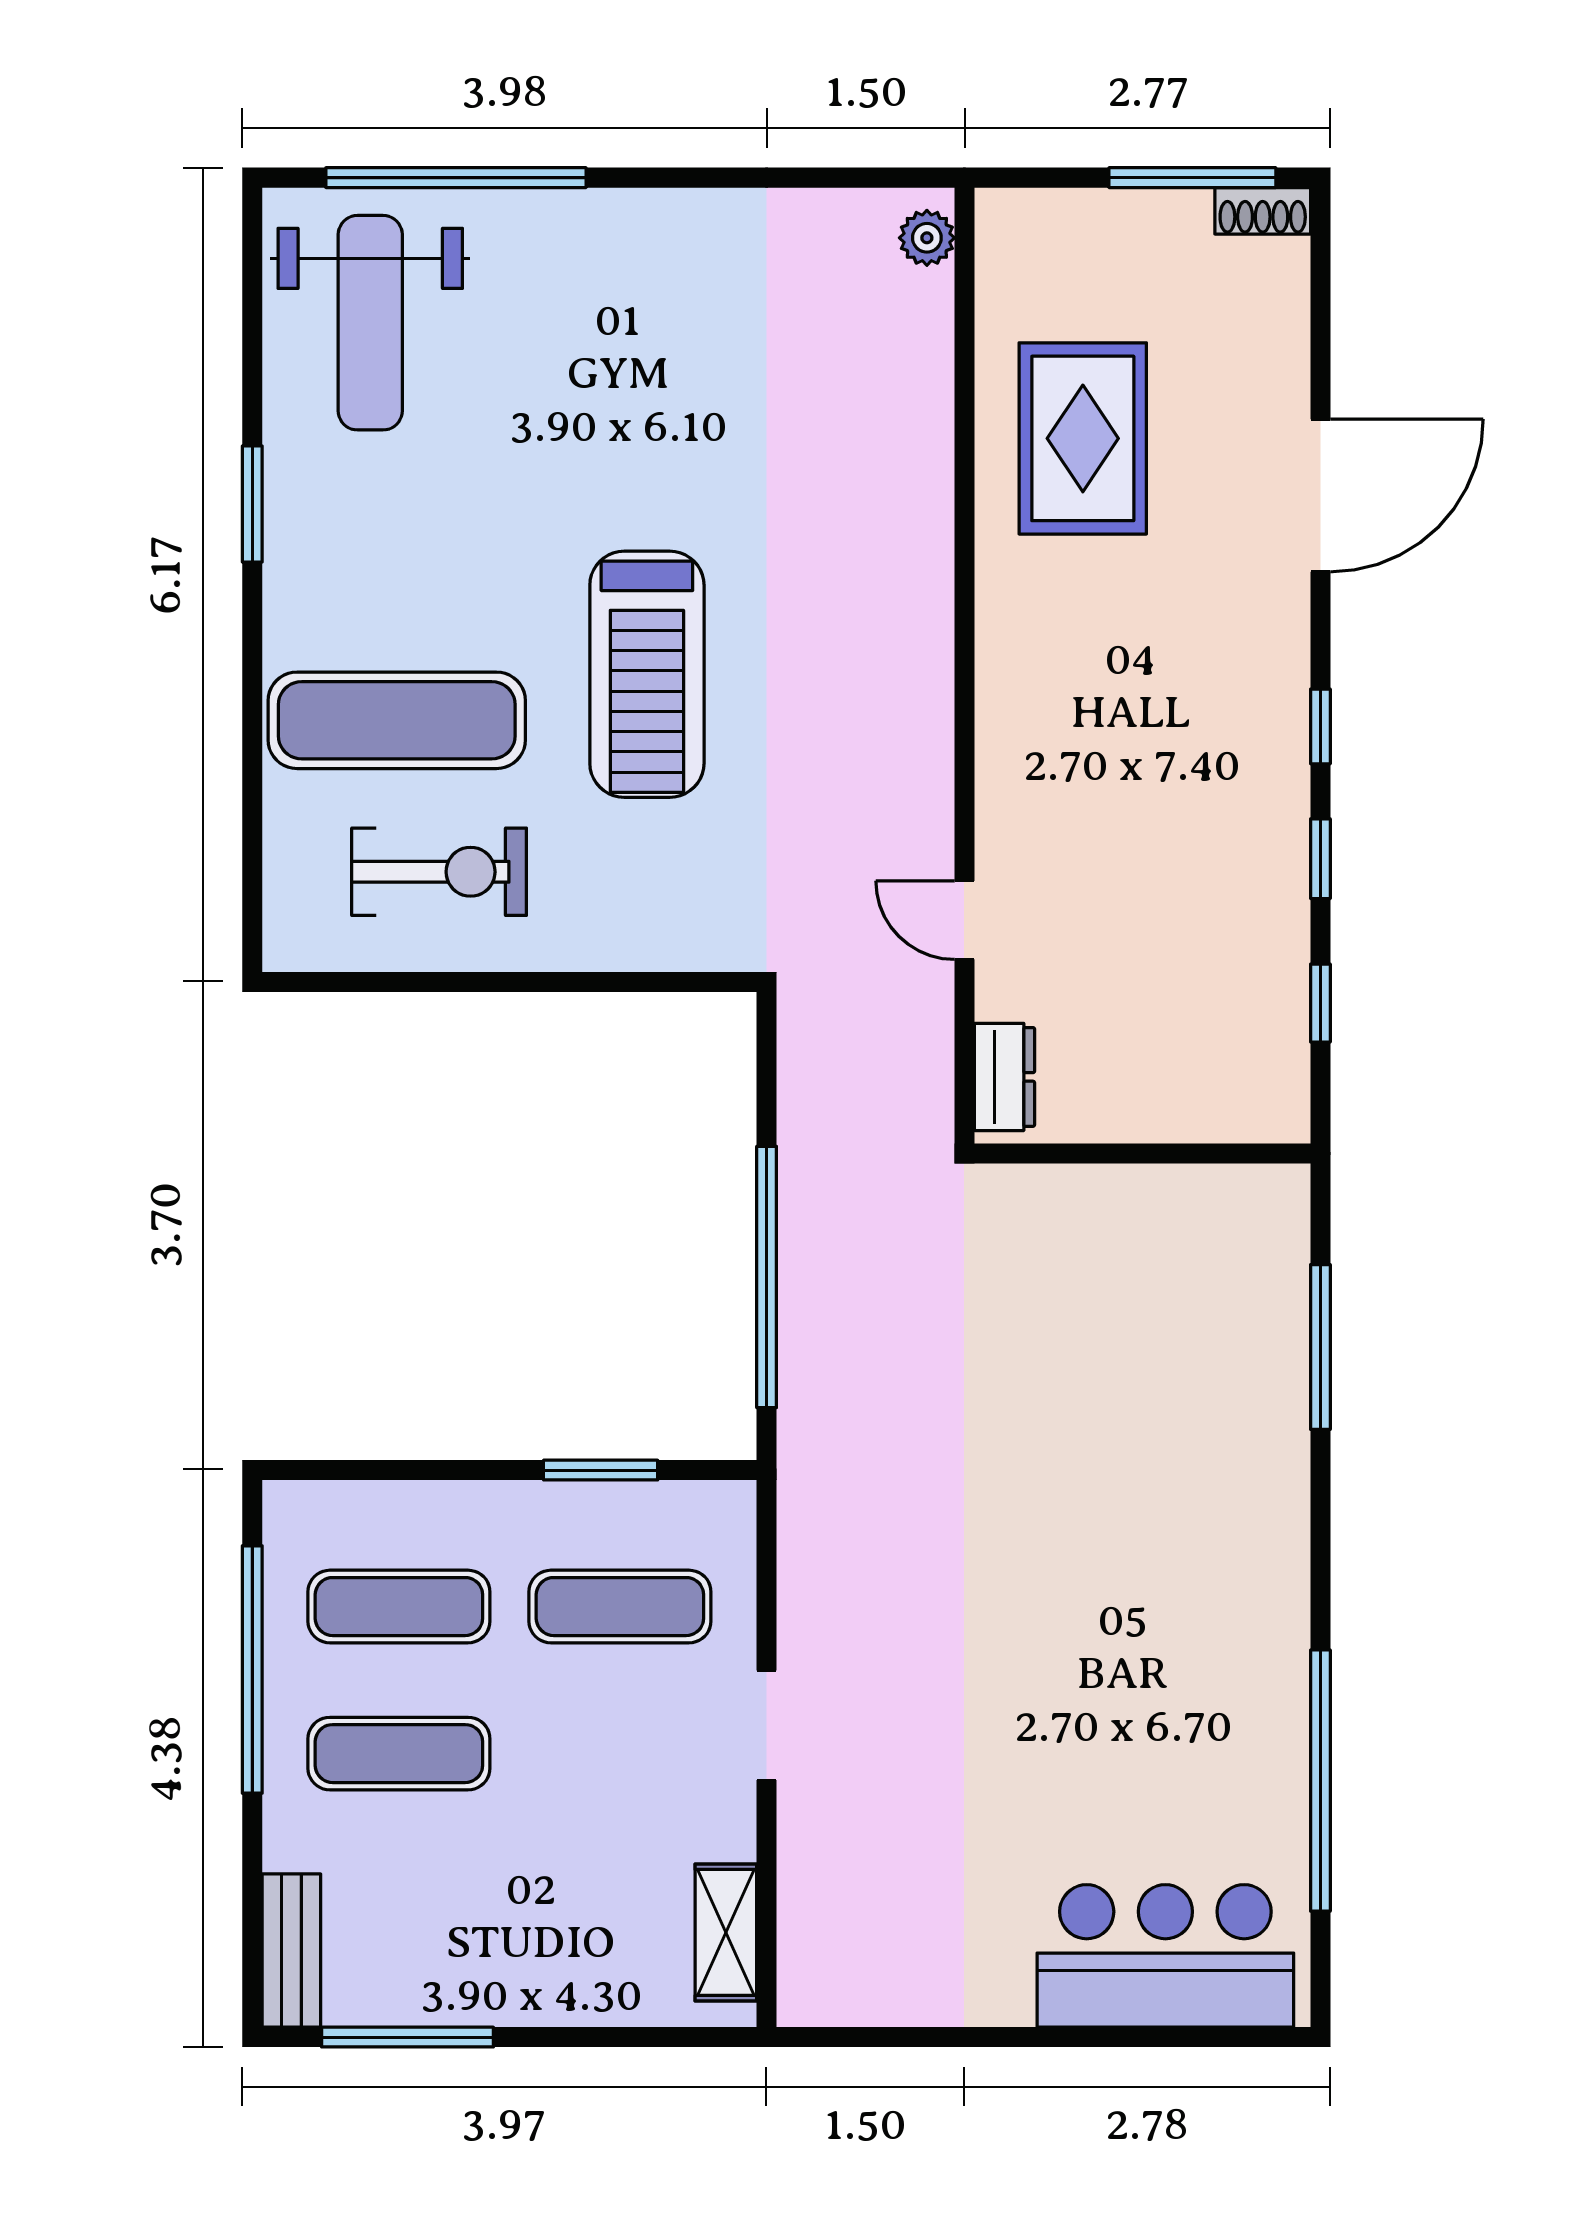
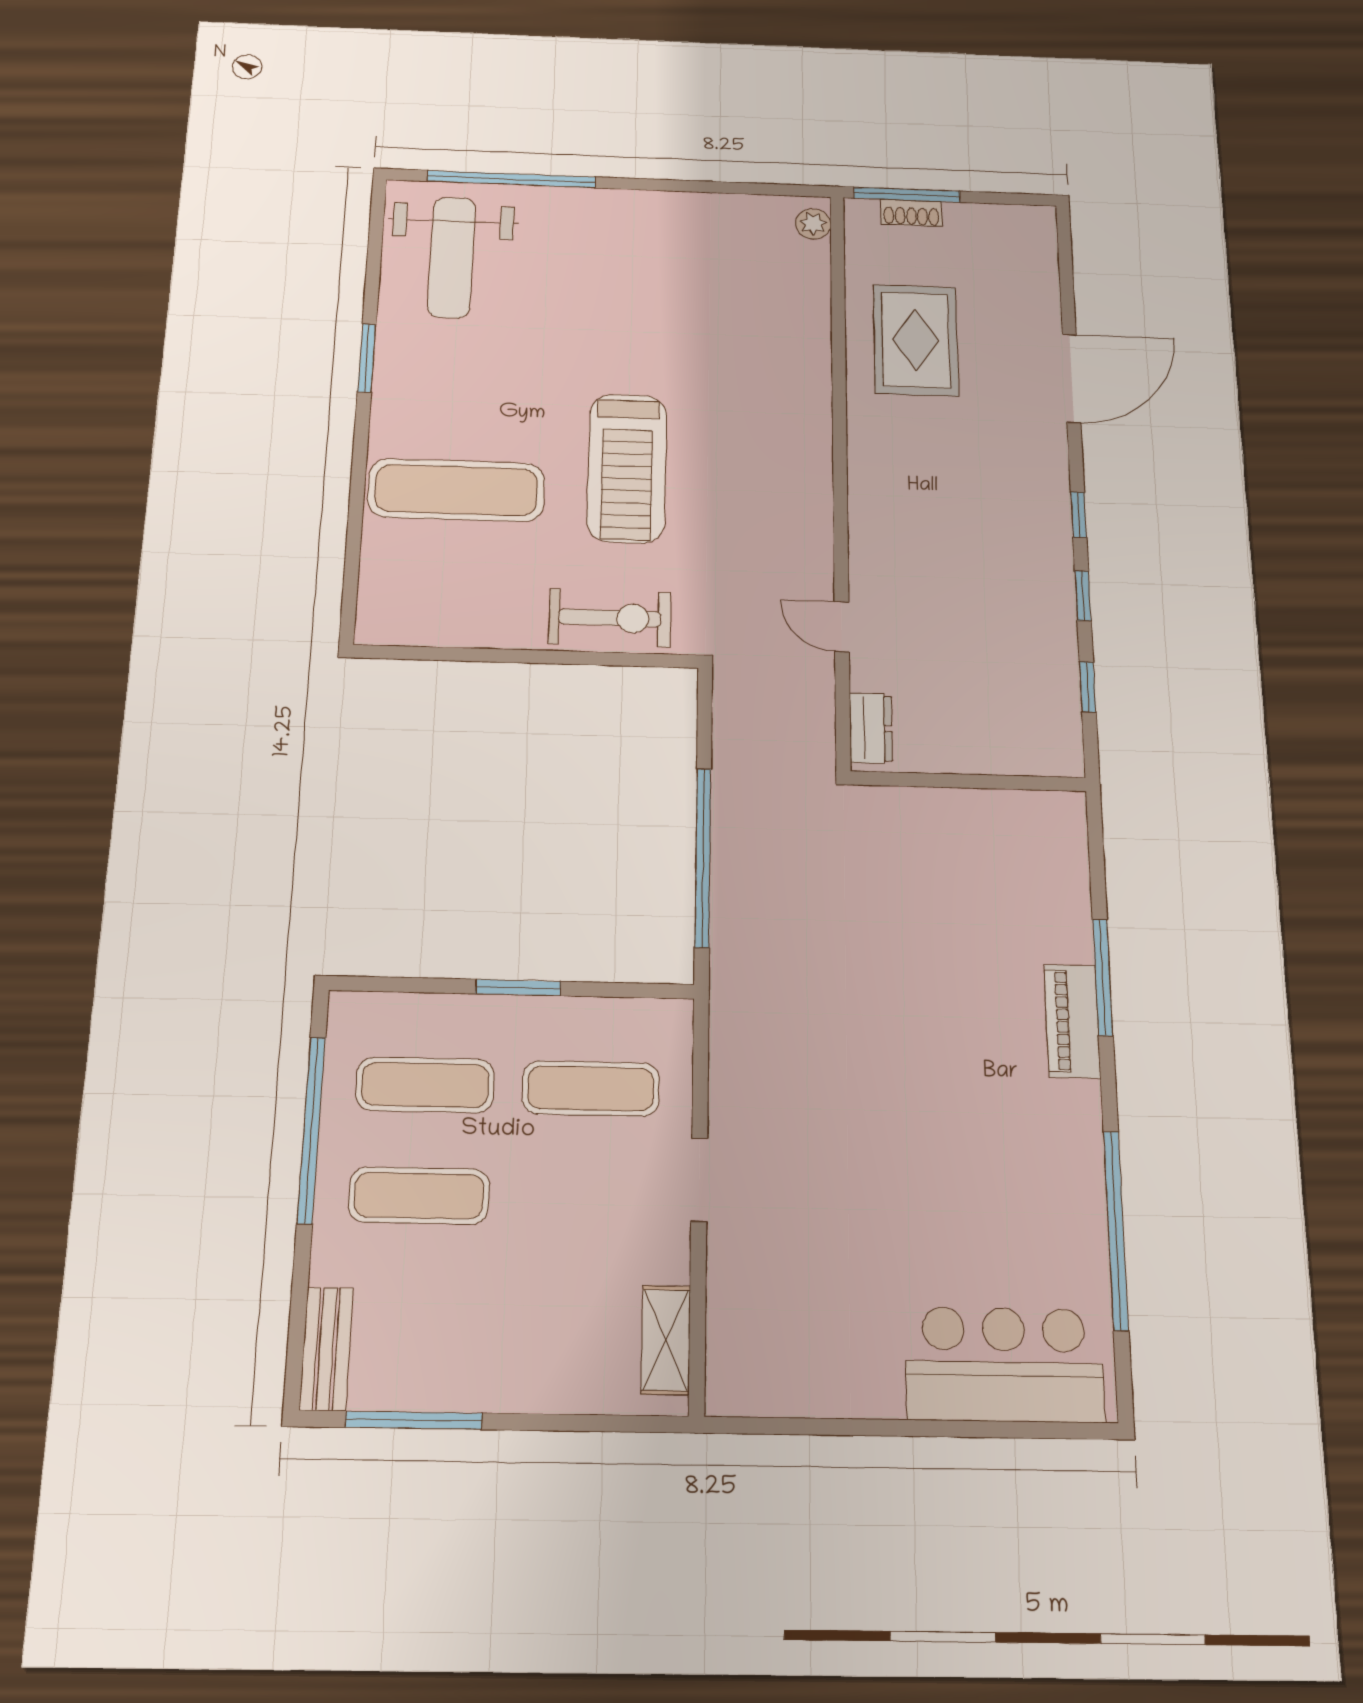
window: (1192, 178) -> (907, 195), moved
shoe rack: (1263, 211) -> (911, 213), moved
exercise bike: (439, 872) -> (610, 618), moved
window: (1320, 1347) -> (1103, 977), moved
window: (601, 1470) -> (518, 988), moved
piano: (1275, 1498) -> (1072, 1021), added

